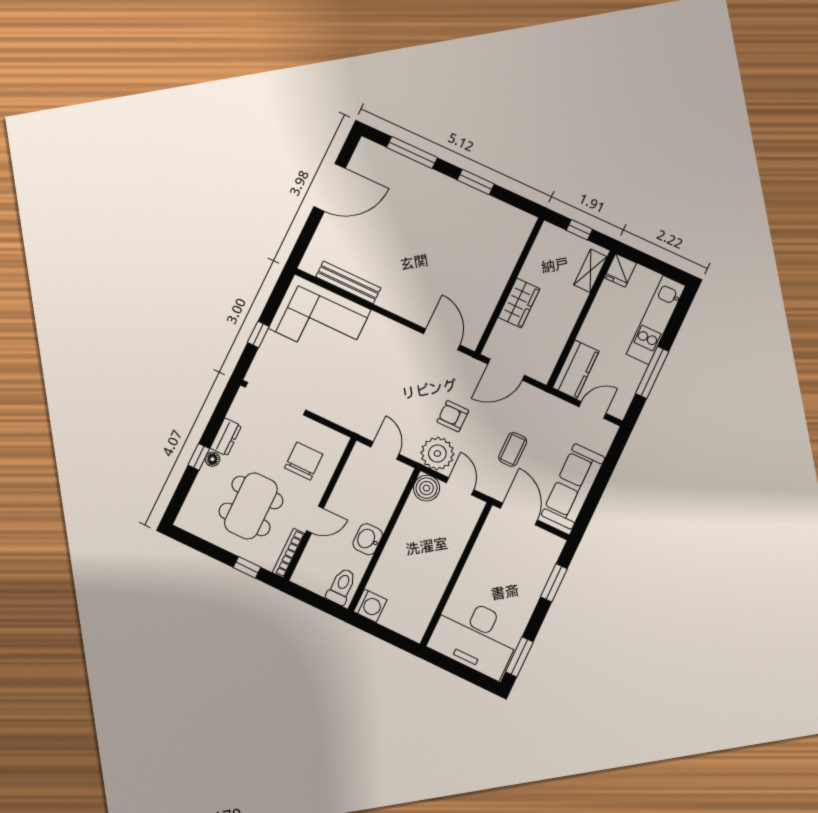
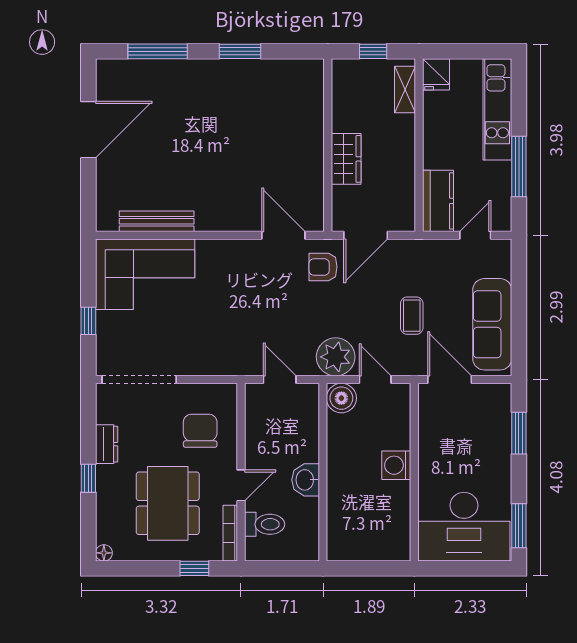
armchair: (453, 416) -> (323, 267), moved
floor lamp: (212, 459) -> (104, 553), moved
toilet: (341, 586) -> (265, 524), moved, turned 90
washing machine: (370, 606) -> (396, 465), moved, turned 180

